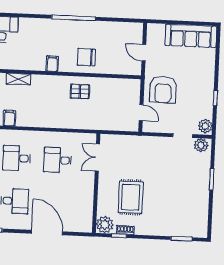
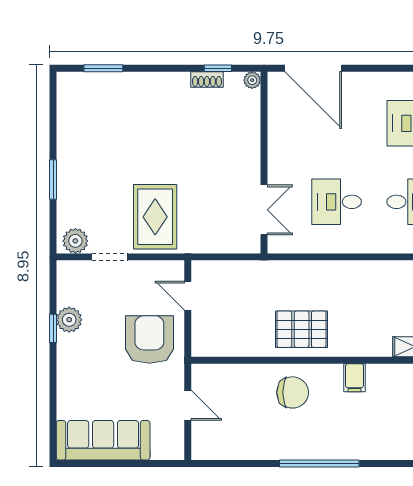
pallet: (80, 91) -> (302, 329), width x1.50, depth x1.42
plant: (205, 126) -> (69, 320), moved
desk: (58, 160) -> (337, 202), turned 180
rug: (131, 197) -> (155, 217), moved
plant: (105, 225) -> (252, 80), width x0.53, depth x0.53
door: (47, 233) -> (313, 68), moved

